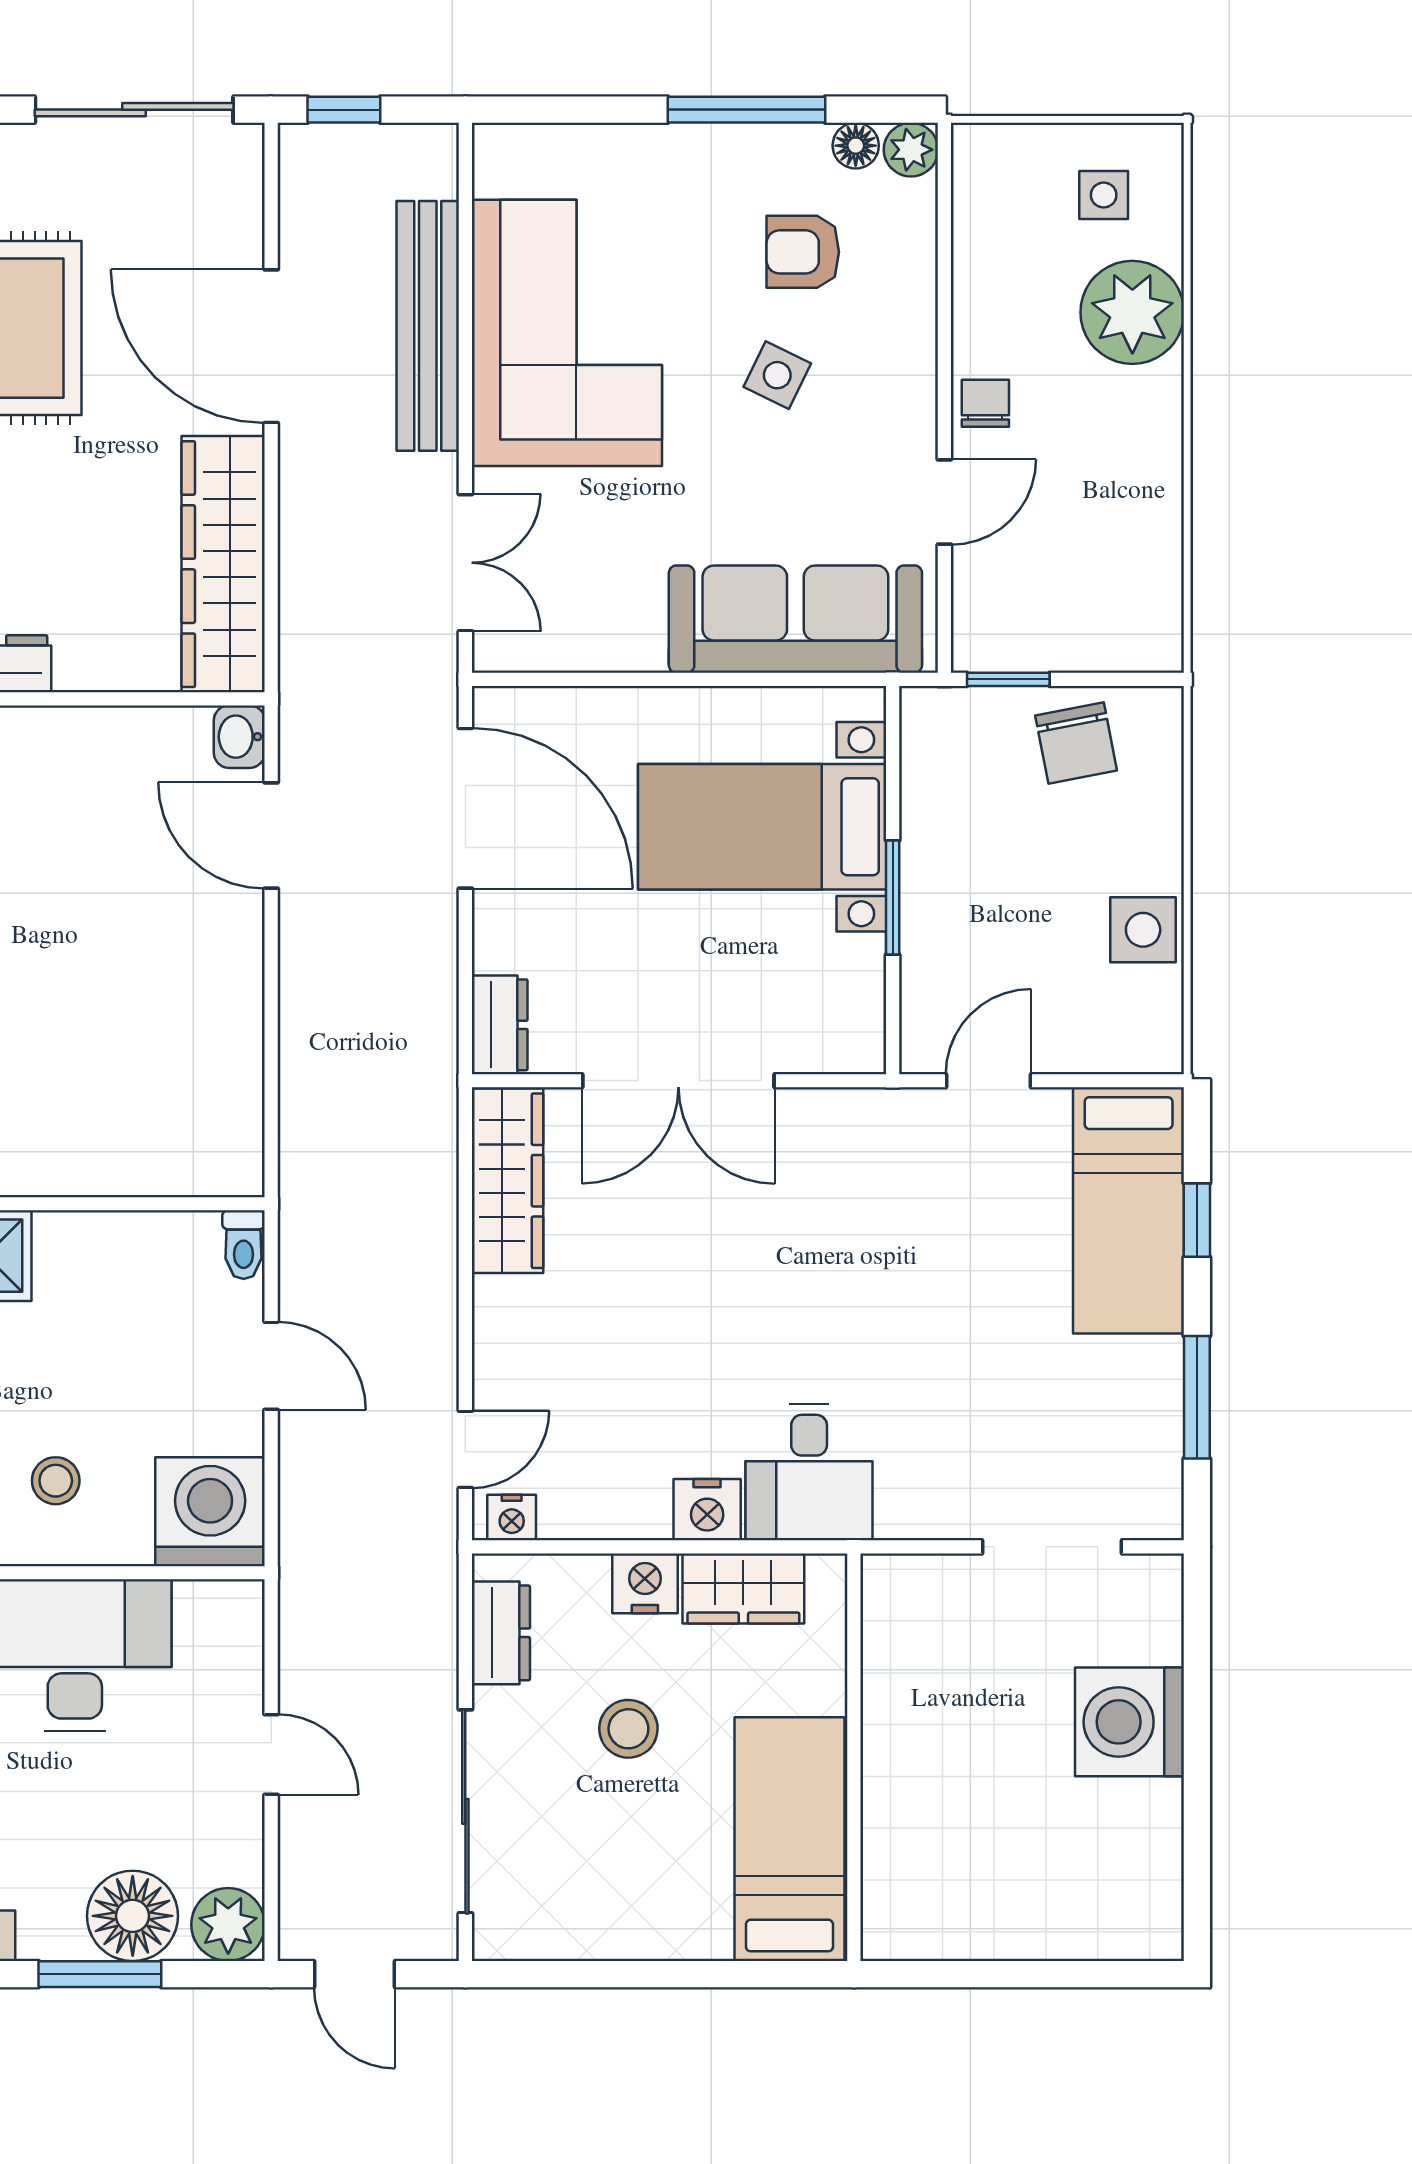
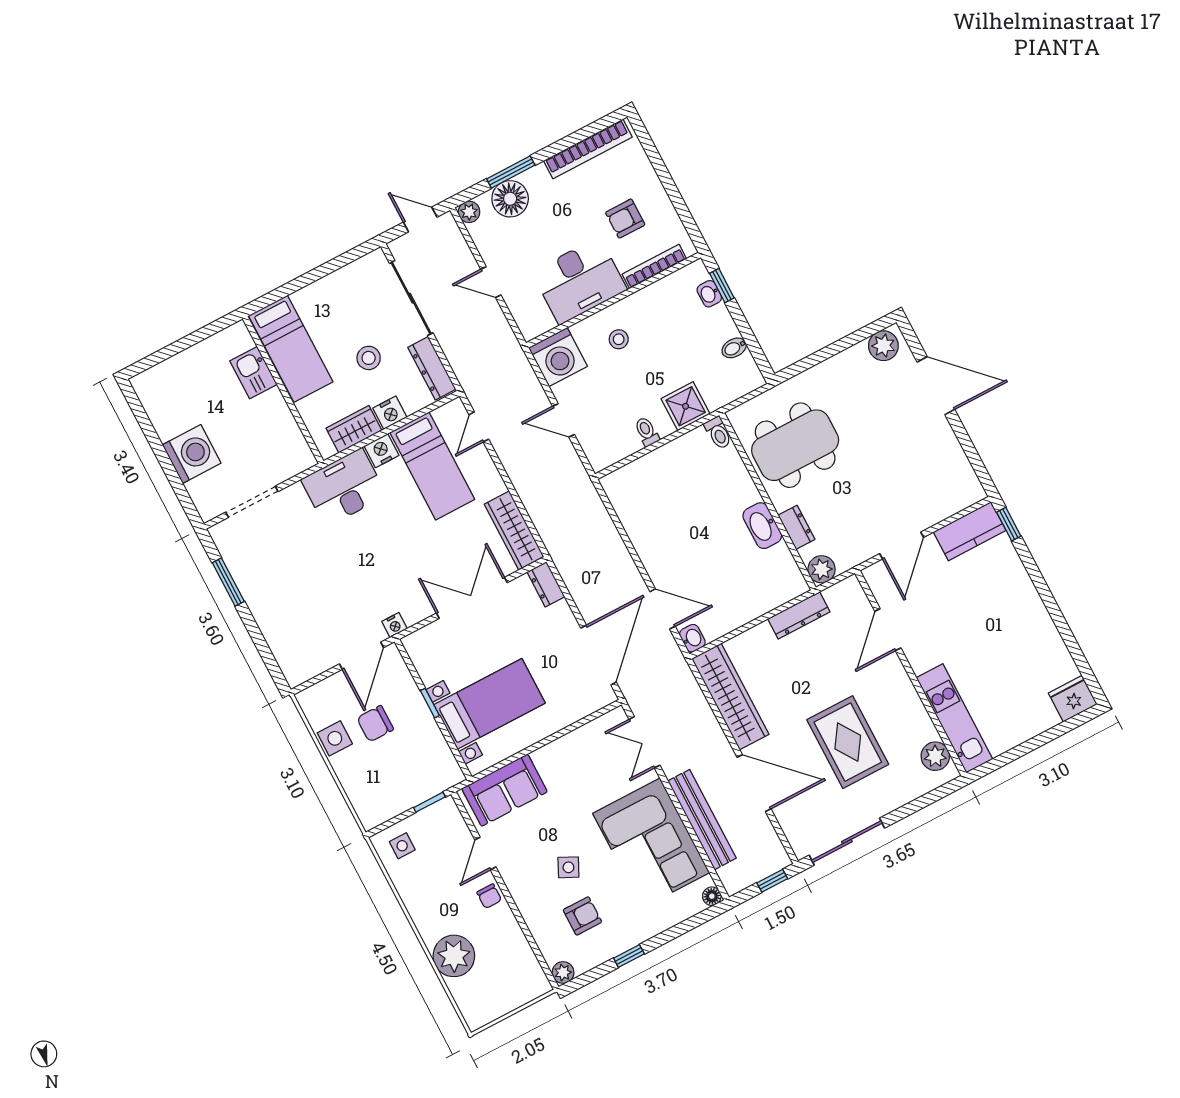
window: (747, 110) -> (629, 956), width x0.46
floor lamp: (856, 146) -> (712, 896), moved
side table: (1104, 195) -> (402, 846), moved
sofa: (795, 619) -> (505, 790), width x0.73
chair: (1076, 743) -> (375, 724), moved, turned -79
door: (465, 808) -> (599, 655), swing flipped
window: (893, 897) -> (430, 703), width x0.67
door: (989, 1081) -> (362, 656), width x1.38
bed: (1129, 1210) -> (432, 466), moved, turned 180
window: (1197, 1220) -> (261, 645), removed
toilet: (244, 1245) -> (647, 432), moved
desk: (809, 1472) -> (344, 487), width x1.37
nightstand: (512, 1517) -> (394, 625), moved, turned 180
dresser: (501, 1633) -> (432, 368), width x1.44
kitchen sink: (899, 1830) -> (253, 373), added
plant: (228, 1925) -> (469, 212), width x0.73, depth x0.73

